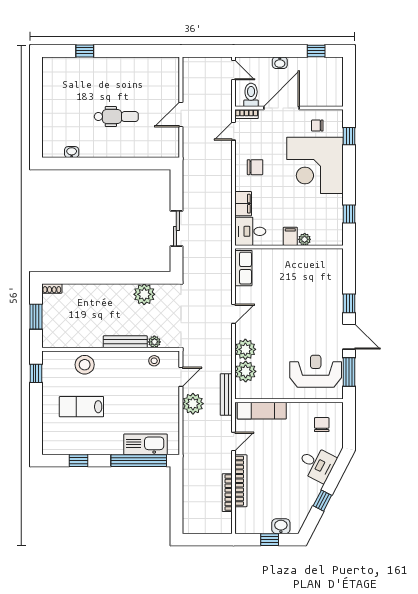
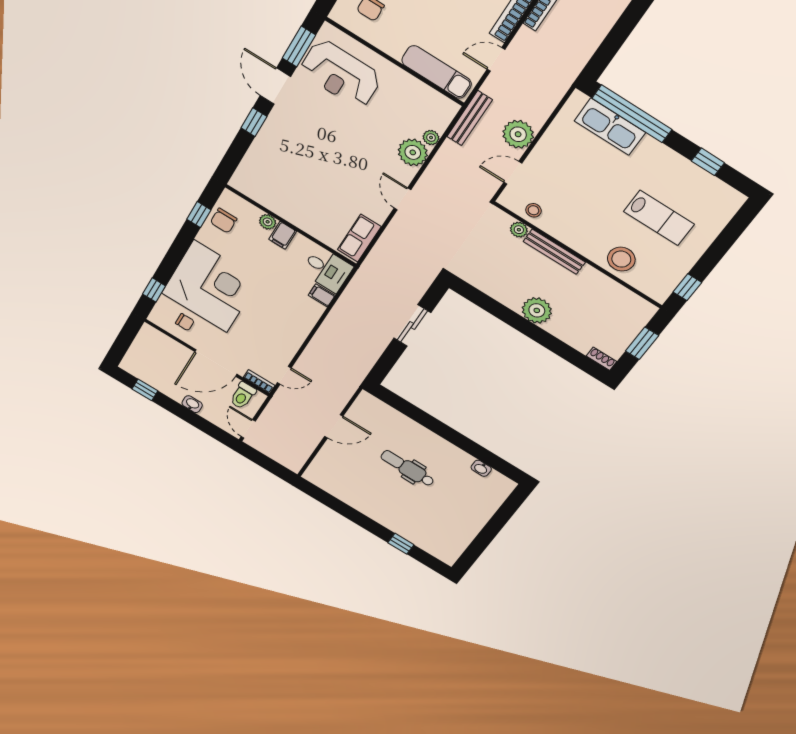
chair: (255, 167) -> (224, 221), moved, turned -90
filing cabinet: (243, 204) -> (322, 295), width x0.50
plant: (144, 294) -> (537, 310), moved
door: (234, 314) -> (402, 199), hinge flipped
plant: (246, 371) -> (431, 138), width x0.53, depth x0.53

